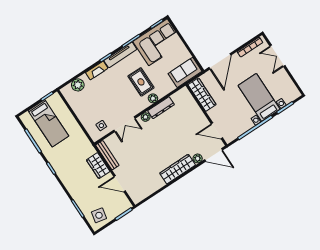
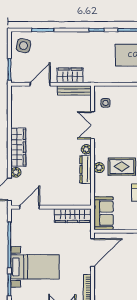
door: (220, 61) -> (93, 253), swing flipped

